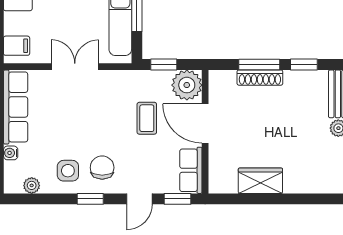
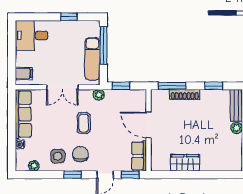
window: (259, 64) -> (172, 86), moved
double door: (75, 67) -> (62, 87), swing flipped
plant: (187, 85) -> (99, 95), moved, width x0.53, depth x0.53
coffee table: (147, 118) -> (84, 123), moved

